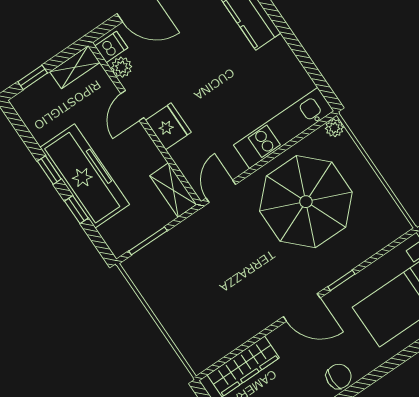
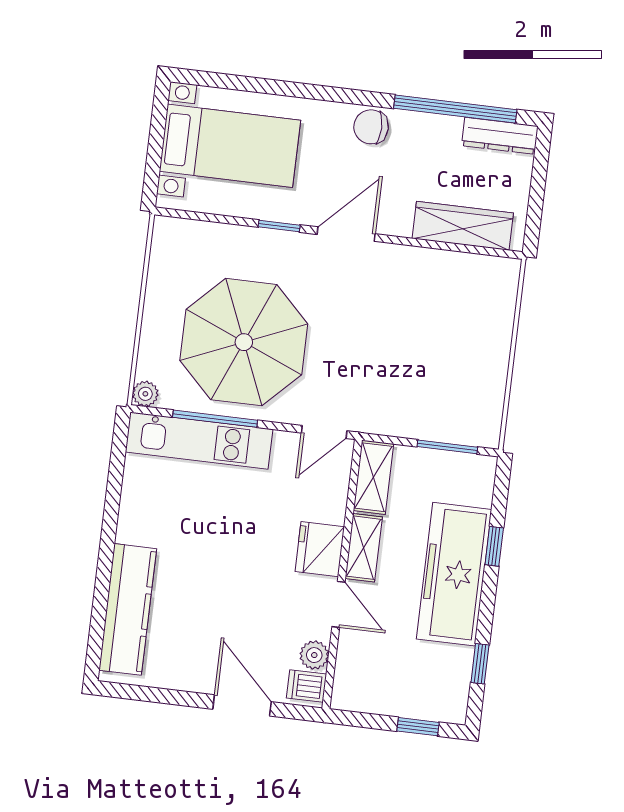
shelving: (75, 67) -> (364, 548), moved, turned 90
door: (132, 106) -> (338, 604), hinge flipped
window: (285, 147) -> (215, 419), added
window: (49, 170) -> (480, 664), moved
door: (302, 307) -> (346, 234), hinge flipped

